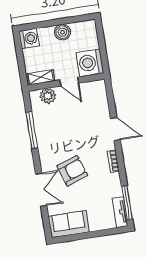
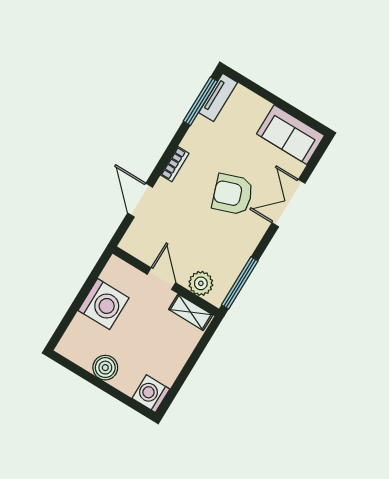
shelving: (41, 77) -> (191, 312), moved
wall: (66, 82) -> (166, 281), moved
door: (69, 82) -> (161, 279), moved
plant: (48, 96) -> (201, 283), moved

